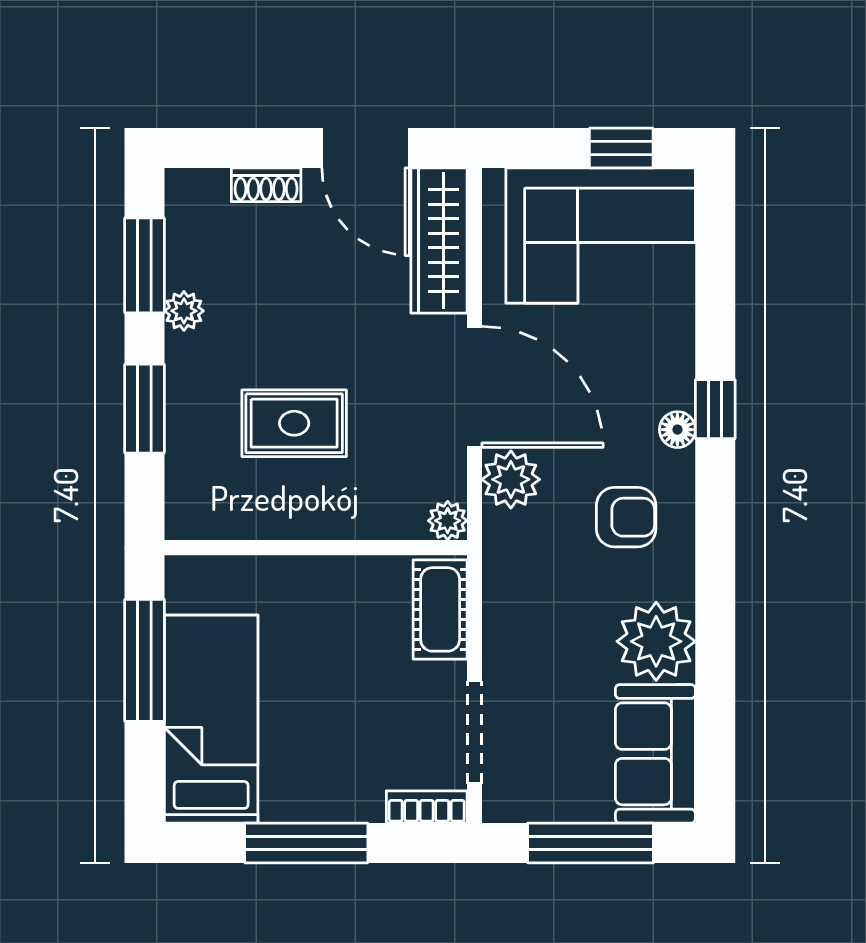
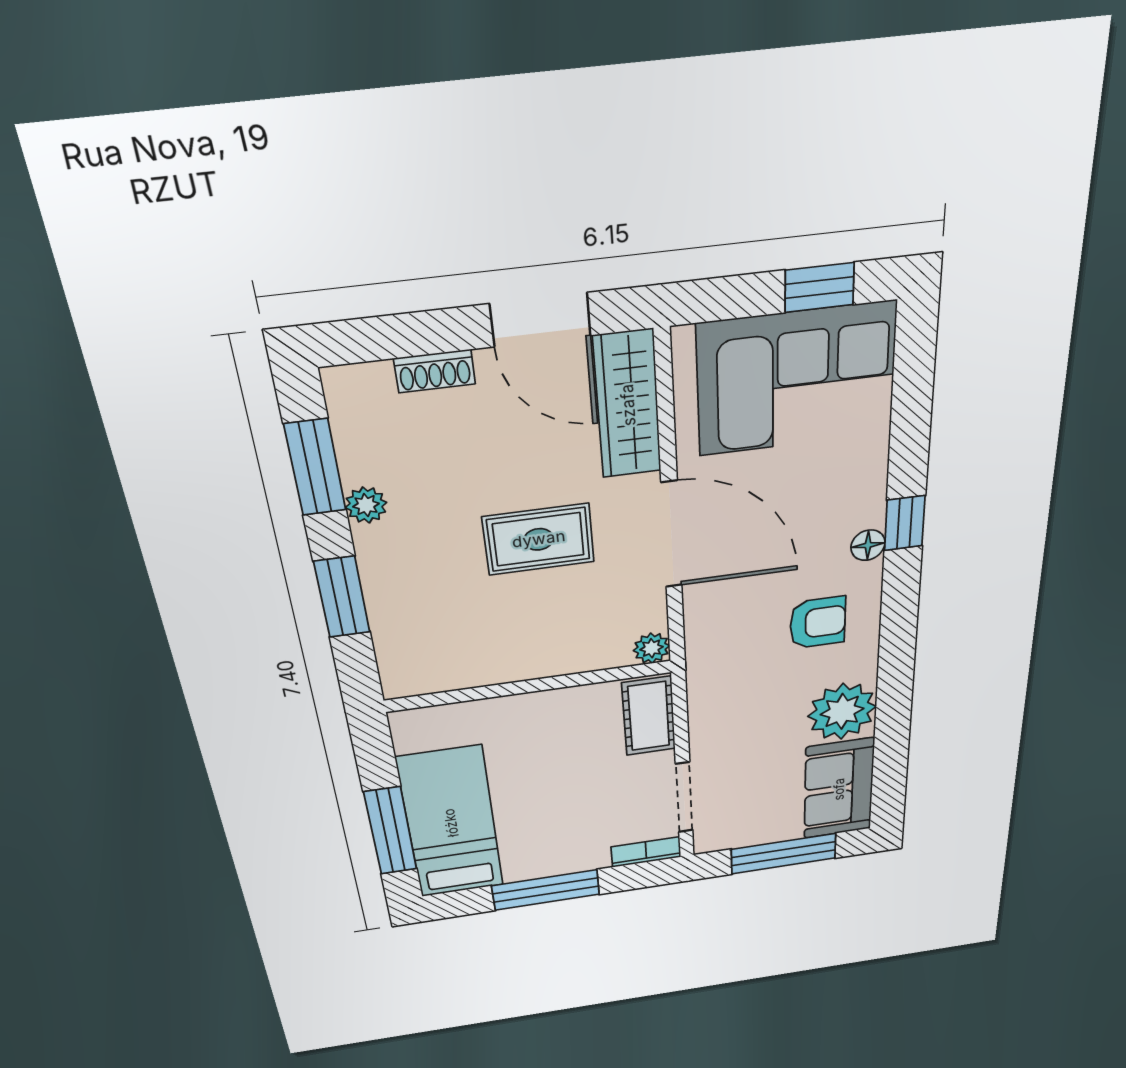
rug: (294, 423) -> (539, 539), moved
plant: (511, 479) -> (710, 607), removed
window: (144, 660) -> (391, 831), moved

